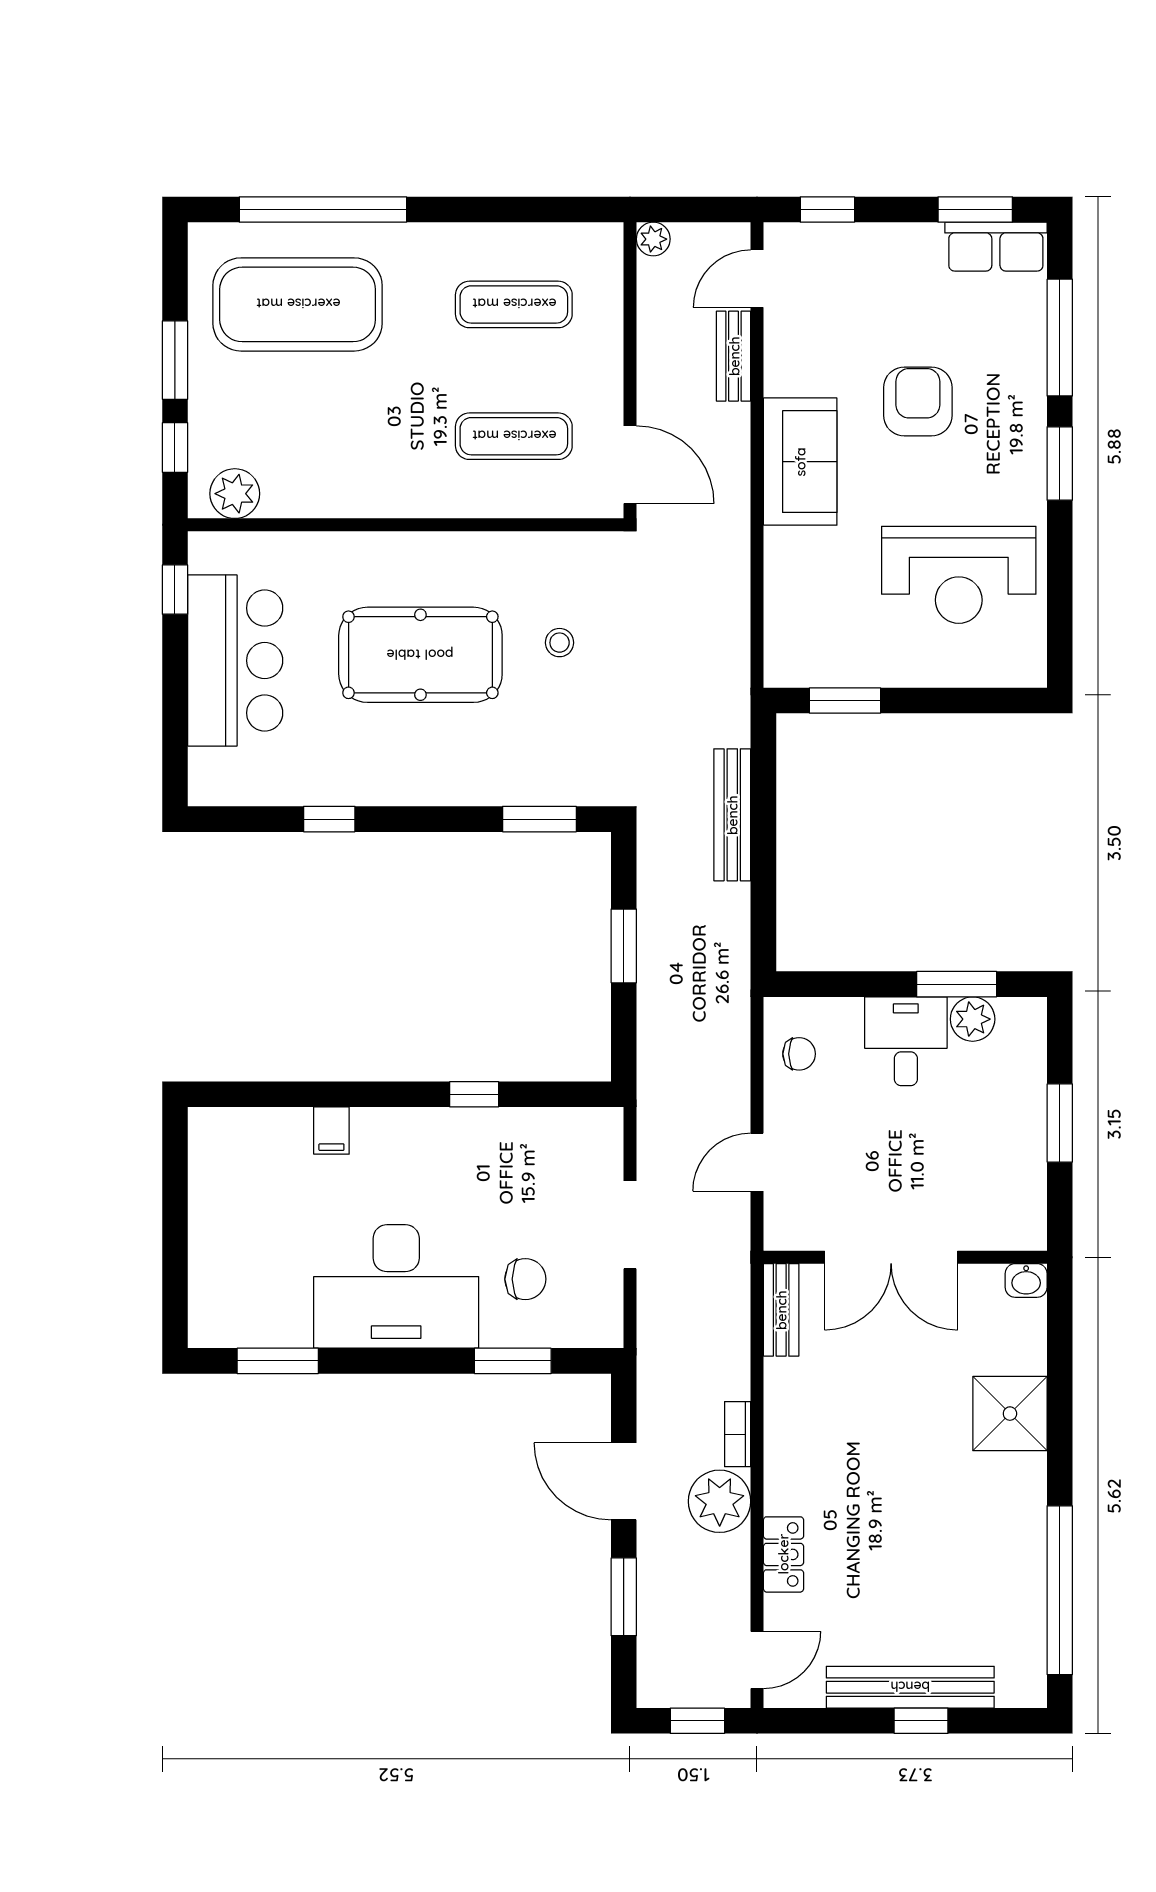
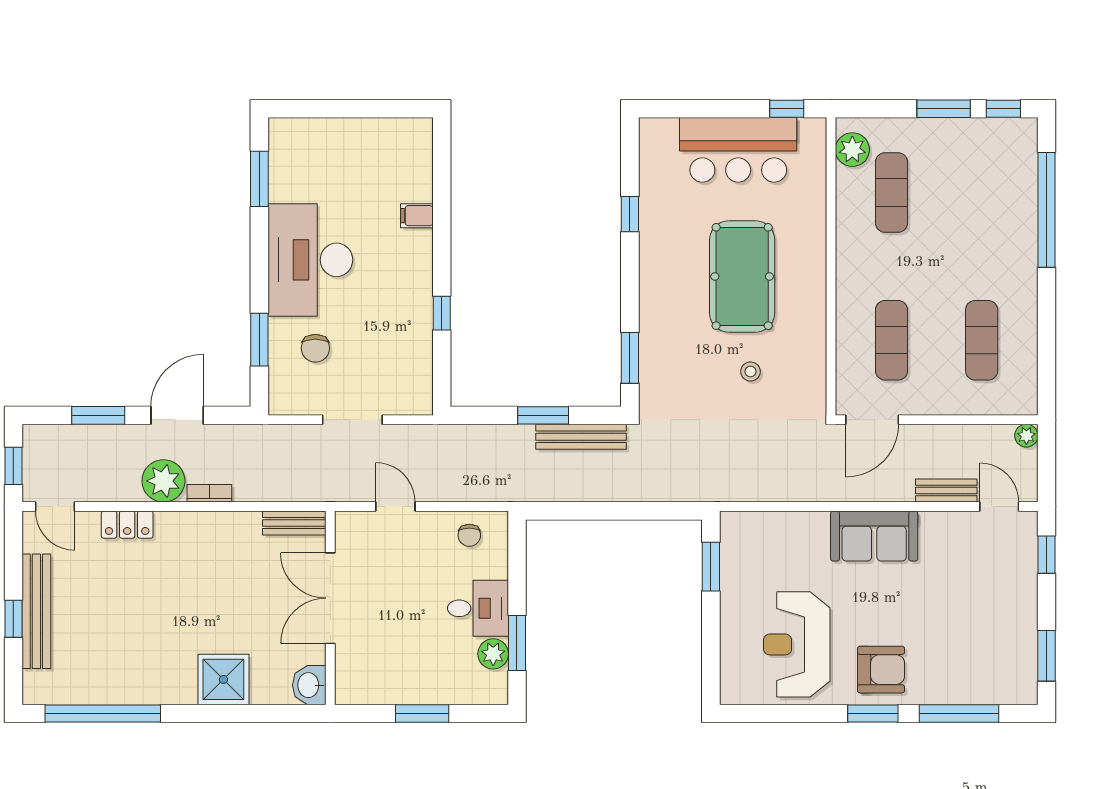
row of seats: (996, 247) -> (1021, 670), removed
exercise mat: (298, 304) -> (892, 192), moved, width x0.50, depth x0.69
armchair: (918, 401) -> (881, 670), moved
window: (175, 448) -> (1003, 109), moved
bench: (732, 815) -> (581, 437), moved
washbasin: (1026, 1280) -> (309, 685), width x1.38, depth x1.45

